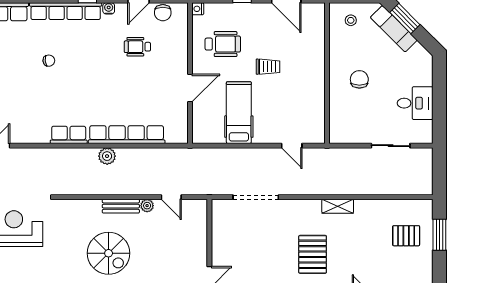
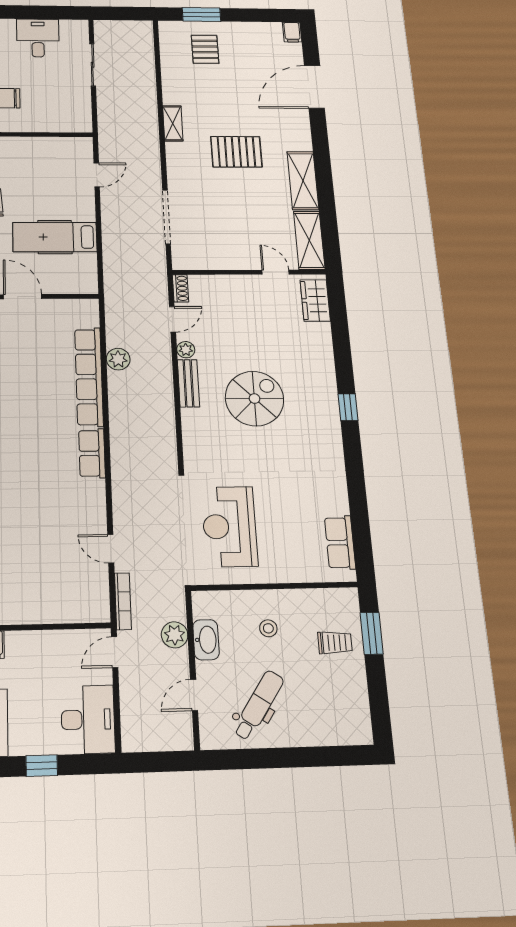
plant: (107, 156) -> (118, 359), moved
shoe rack: (196, 205) -> (181, 288), added

